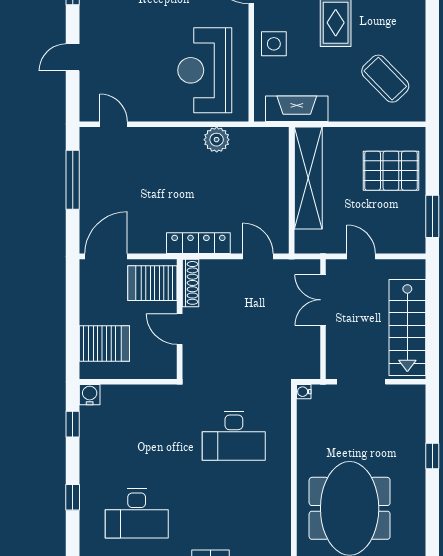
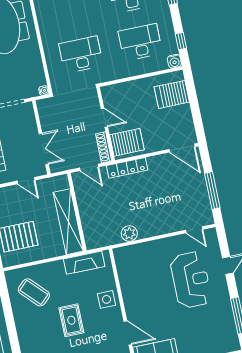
reception desk: (205, 70) -> (191, 280), moved
door: (106, 256) -> (182, 148), hinge flipped
server rack: (152, 283) -> (127, 142), moved
shoe rack: (190, 283) -> (104, 147), moved
wall: (180, 319) -> (106, 124), moved
door: (180, 329) -> (104, 118), moved
desk: (137, 436) -> (140, 42), added

